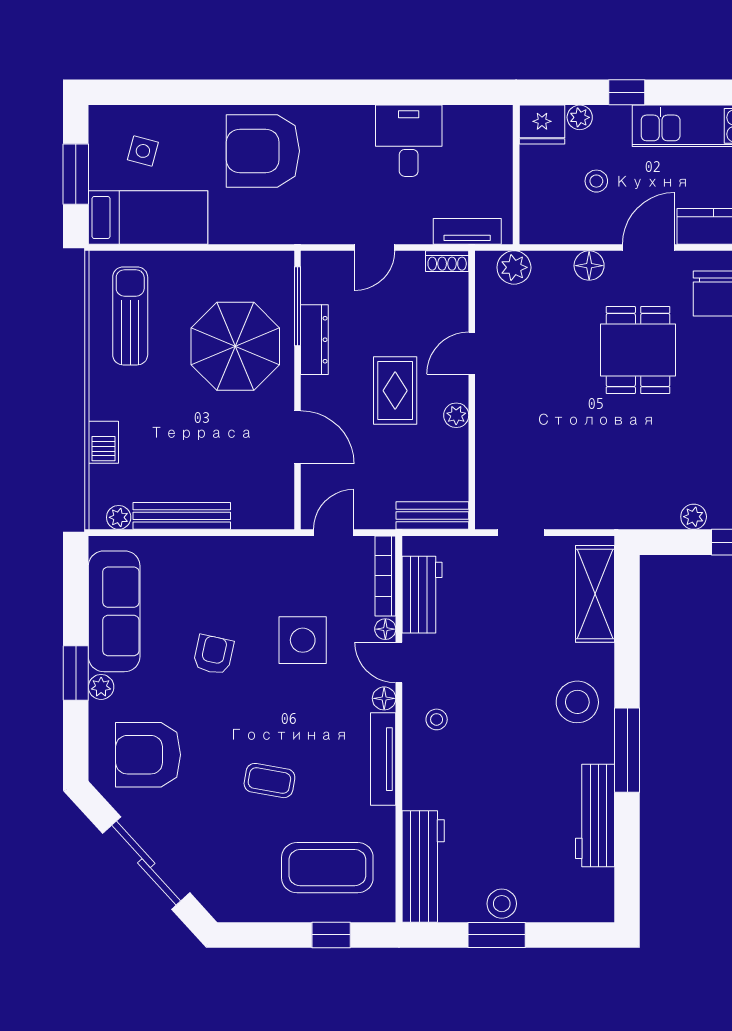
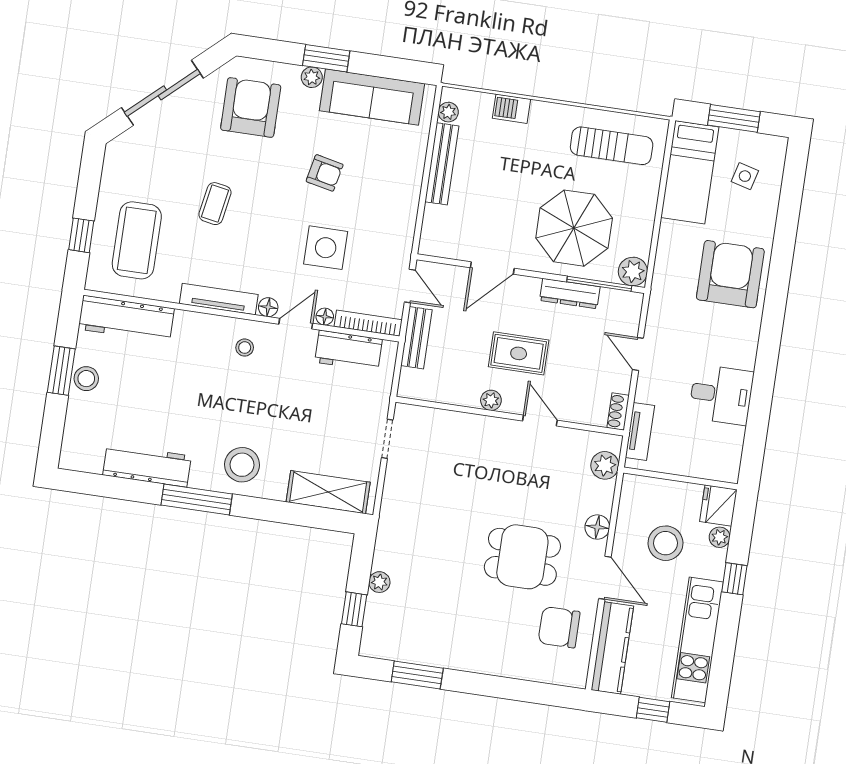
stool: (596, 181) -> (666, 543), width x1.89, depth x1.89
plant: (277, 268) -> (633, 272), added
bench: (432, 516) -> (416, 338), moved

